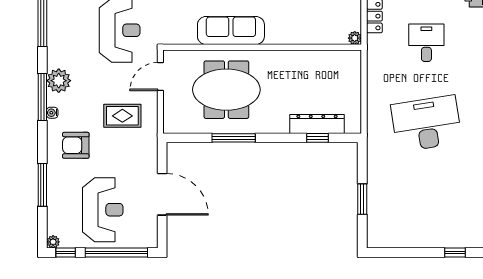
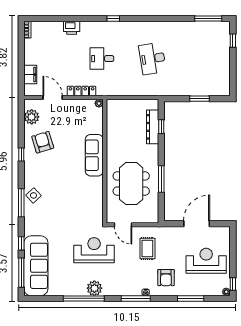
sofa: (231, 31) -> (94, 155), moved
plant: (59, 81) -> (94, 288), moved
desk: (426, 124) -> (152, 59), width x0.73, depth x0.77
window: (116, 253) -> (233, 252), removed

